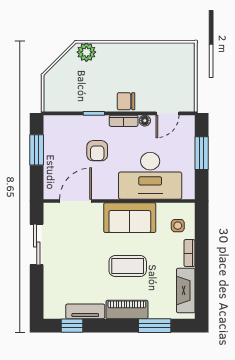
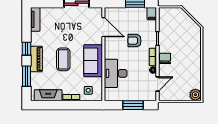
plant: (86, 52) -> (195, 95), moved
door: (167, 113) -> (158, 84), swing flipped
filing cabinet: (54, 123) -> (152, 14), added
desk: (150, 176) -> (116, 73), width x0.73, depth x0.77
tv unit: (85, 311) -> (35, 19), moved
window: (72, 326) -> (26, 49), moved

